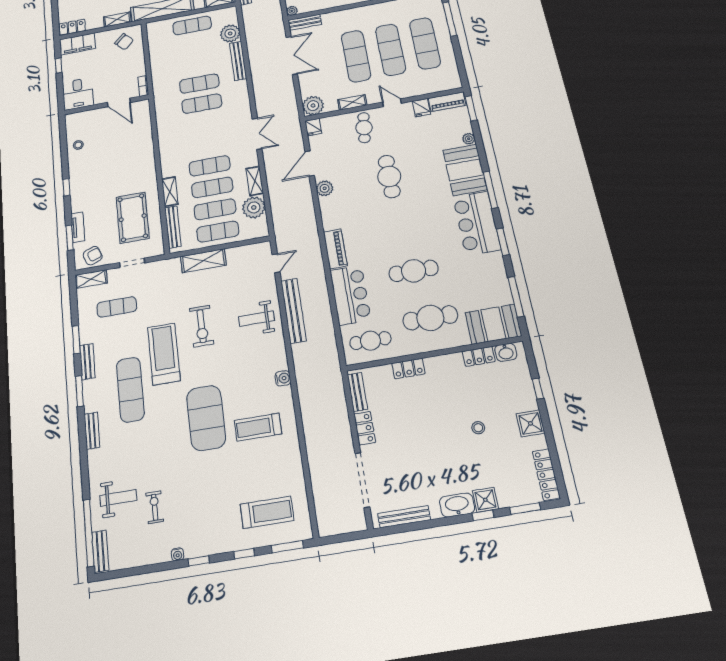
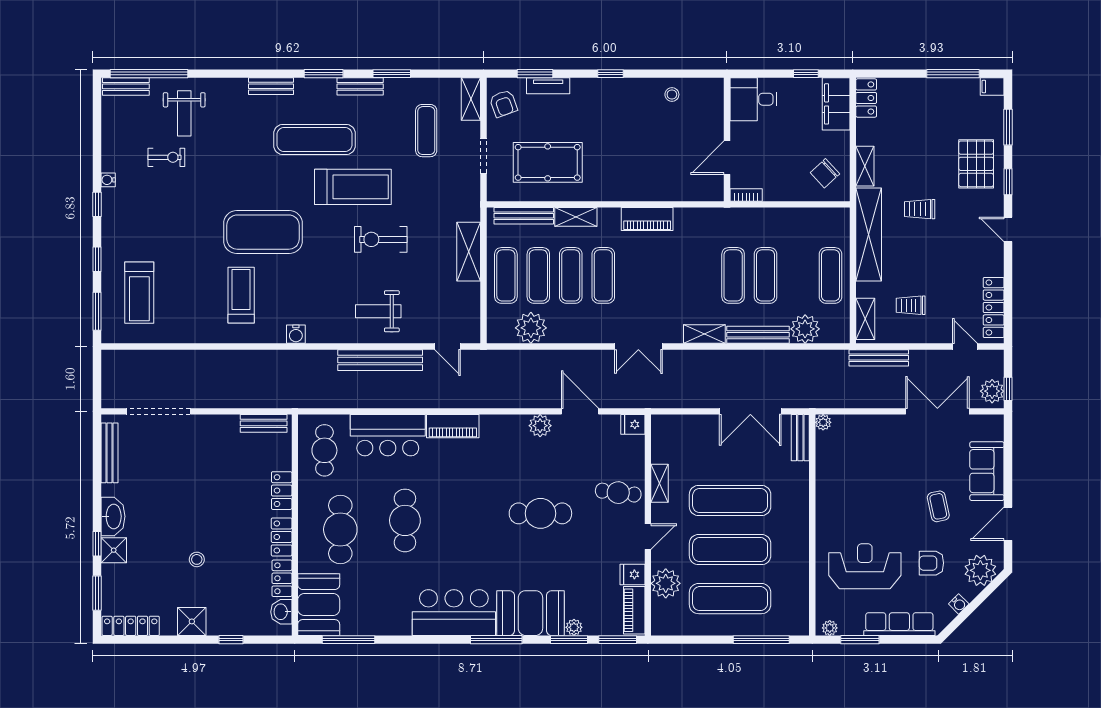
exercise mat: (202, 104) -> (766, 275), moved
plant: (313, 106) -> (666, 583), moved
piano: (166, 145) -> (647, 219), added
shelving: (255, 181) -> (704, 334), moved
window: (503, 242) -> (569, 640), moved
weight bench: (256, 319) -> (378, 311), turned -90
locker: (365, 428) -> (282, 537), moved, turned 90

